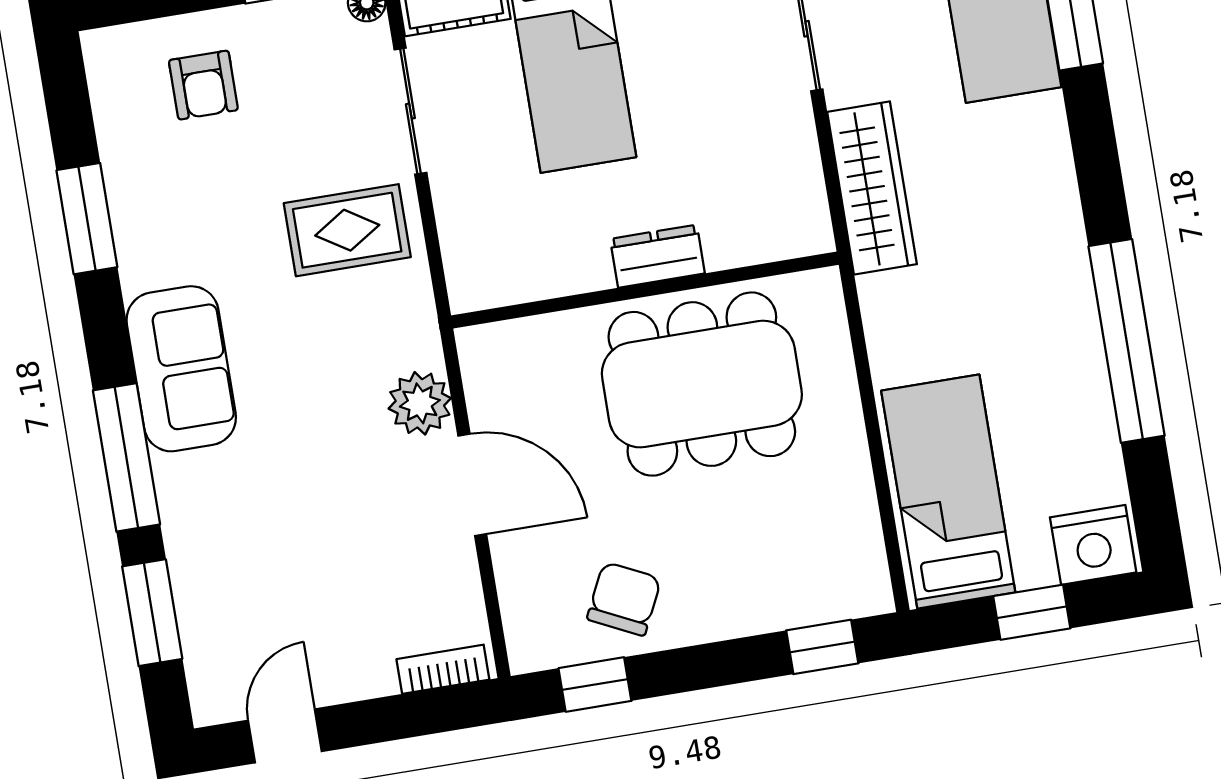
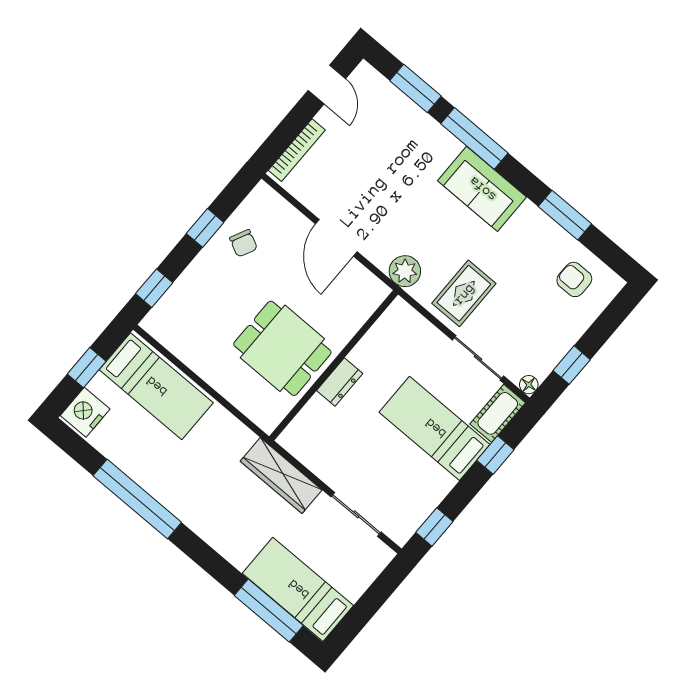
armchair: (203, 85) -> (574, 279), moved
dining table: (702, 384) -> (282, 348), width x0.73
plant: (420, 403) -> (405, 271), moved
door: (472, 485) -> (336, 238), hinge flipped
chair: (624, 599) -> (243, 243), width x0.73, depth x0.73
bookcase: (443, 669) -> (297, 150), width x1.56
window: (595, 685) -> (205, 228), moved

